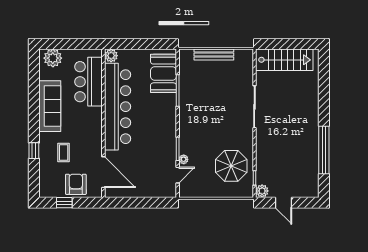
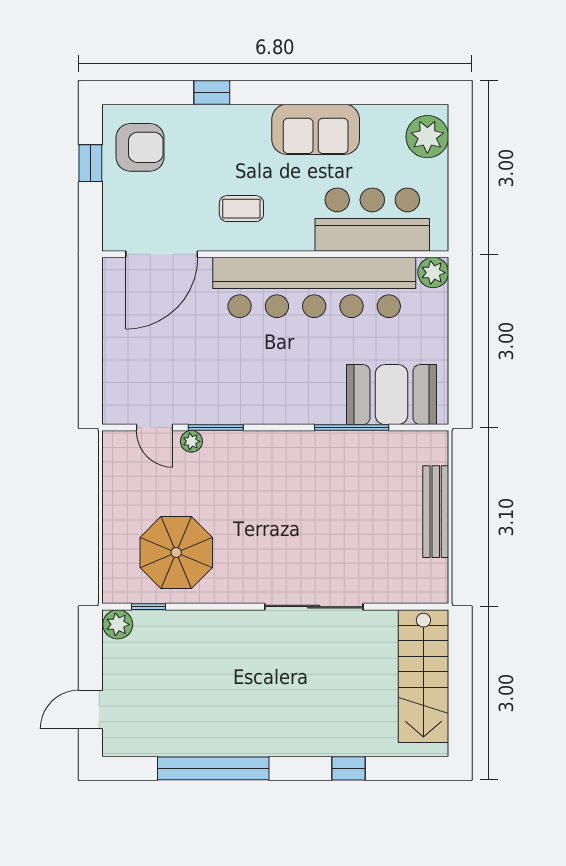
window: (324, 92) -> (348, 768), added
sofa: (50, 106) -> (316, 129), width x0.73
coffee table: (64, 153) -> (241, 209), moved
armchair: (76, 184) -> (140, 147), moved
door: (283, 203) -> (90, 709), moved

